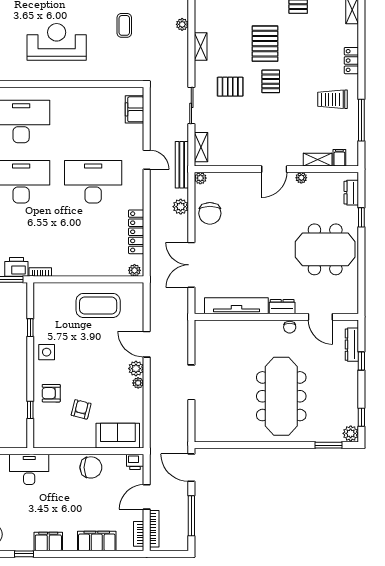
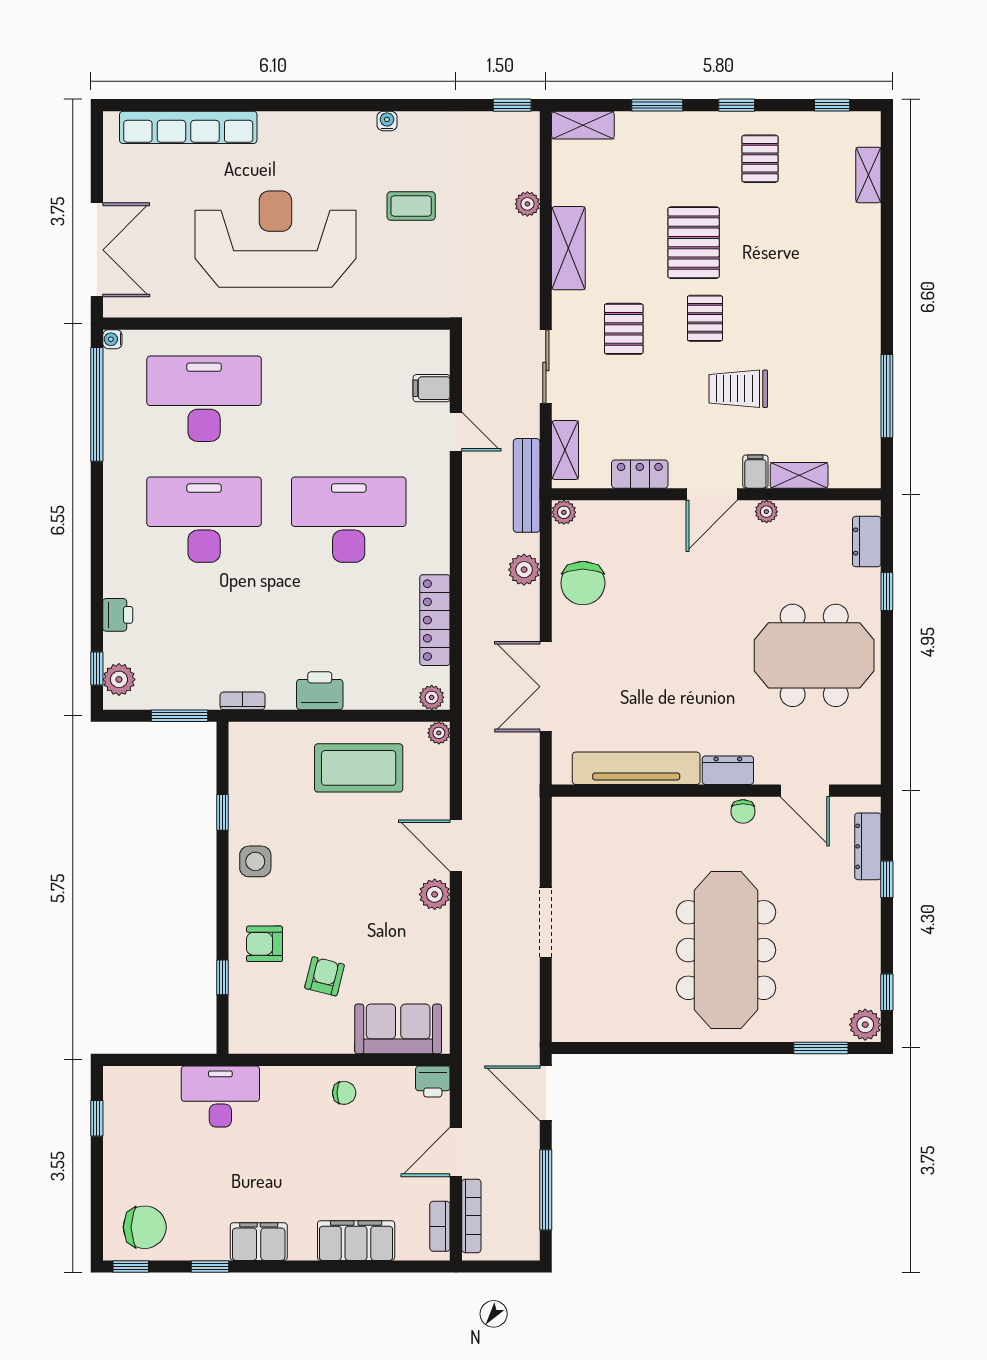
coffee table: (124, 25) -> (411, 206), turned 90
reception desk: (57, 42) -> (275, 239), width x1.36, depth x1.30
shelving: (201, 46) -> (568, 248), width x1.50, depth x1.33
locker: (351, 61) -> (640, 474), moved, turned 90
pallet: (230, 87) -> (624, 329), turned 90
trolley: (333, 99) -> (738, 389), moved
filing cabinet: (134, 109) -> (432, 388), width x0.50
filing cabinet: (339, 158) -> (755, 472), moved
door: (147, 160) -> (456, 432), moved
printer: (16, 267) -> (320, 691), moved
plant: (138, 383) -> (439, 733), moved
chair: (91, 467) -> (344, 1093), width x0.54, depth x0.54

